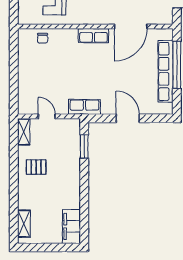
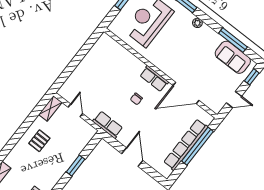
chair: (43, 38) -> (136, 99), moved
window: (84, 146) -> (76, 166), moved
pallet: (36, 167) -> (39, 141), turned 90

